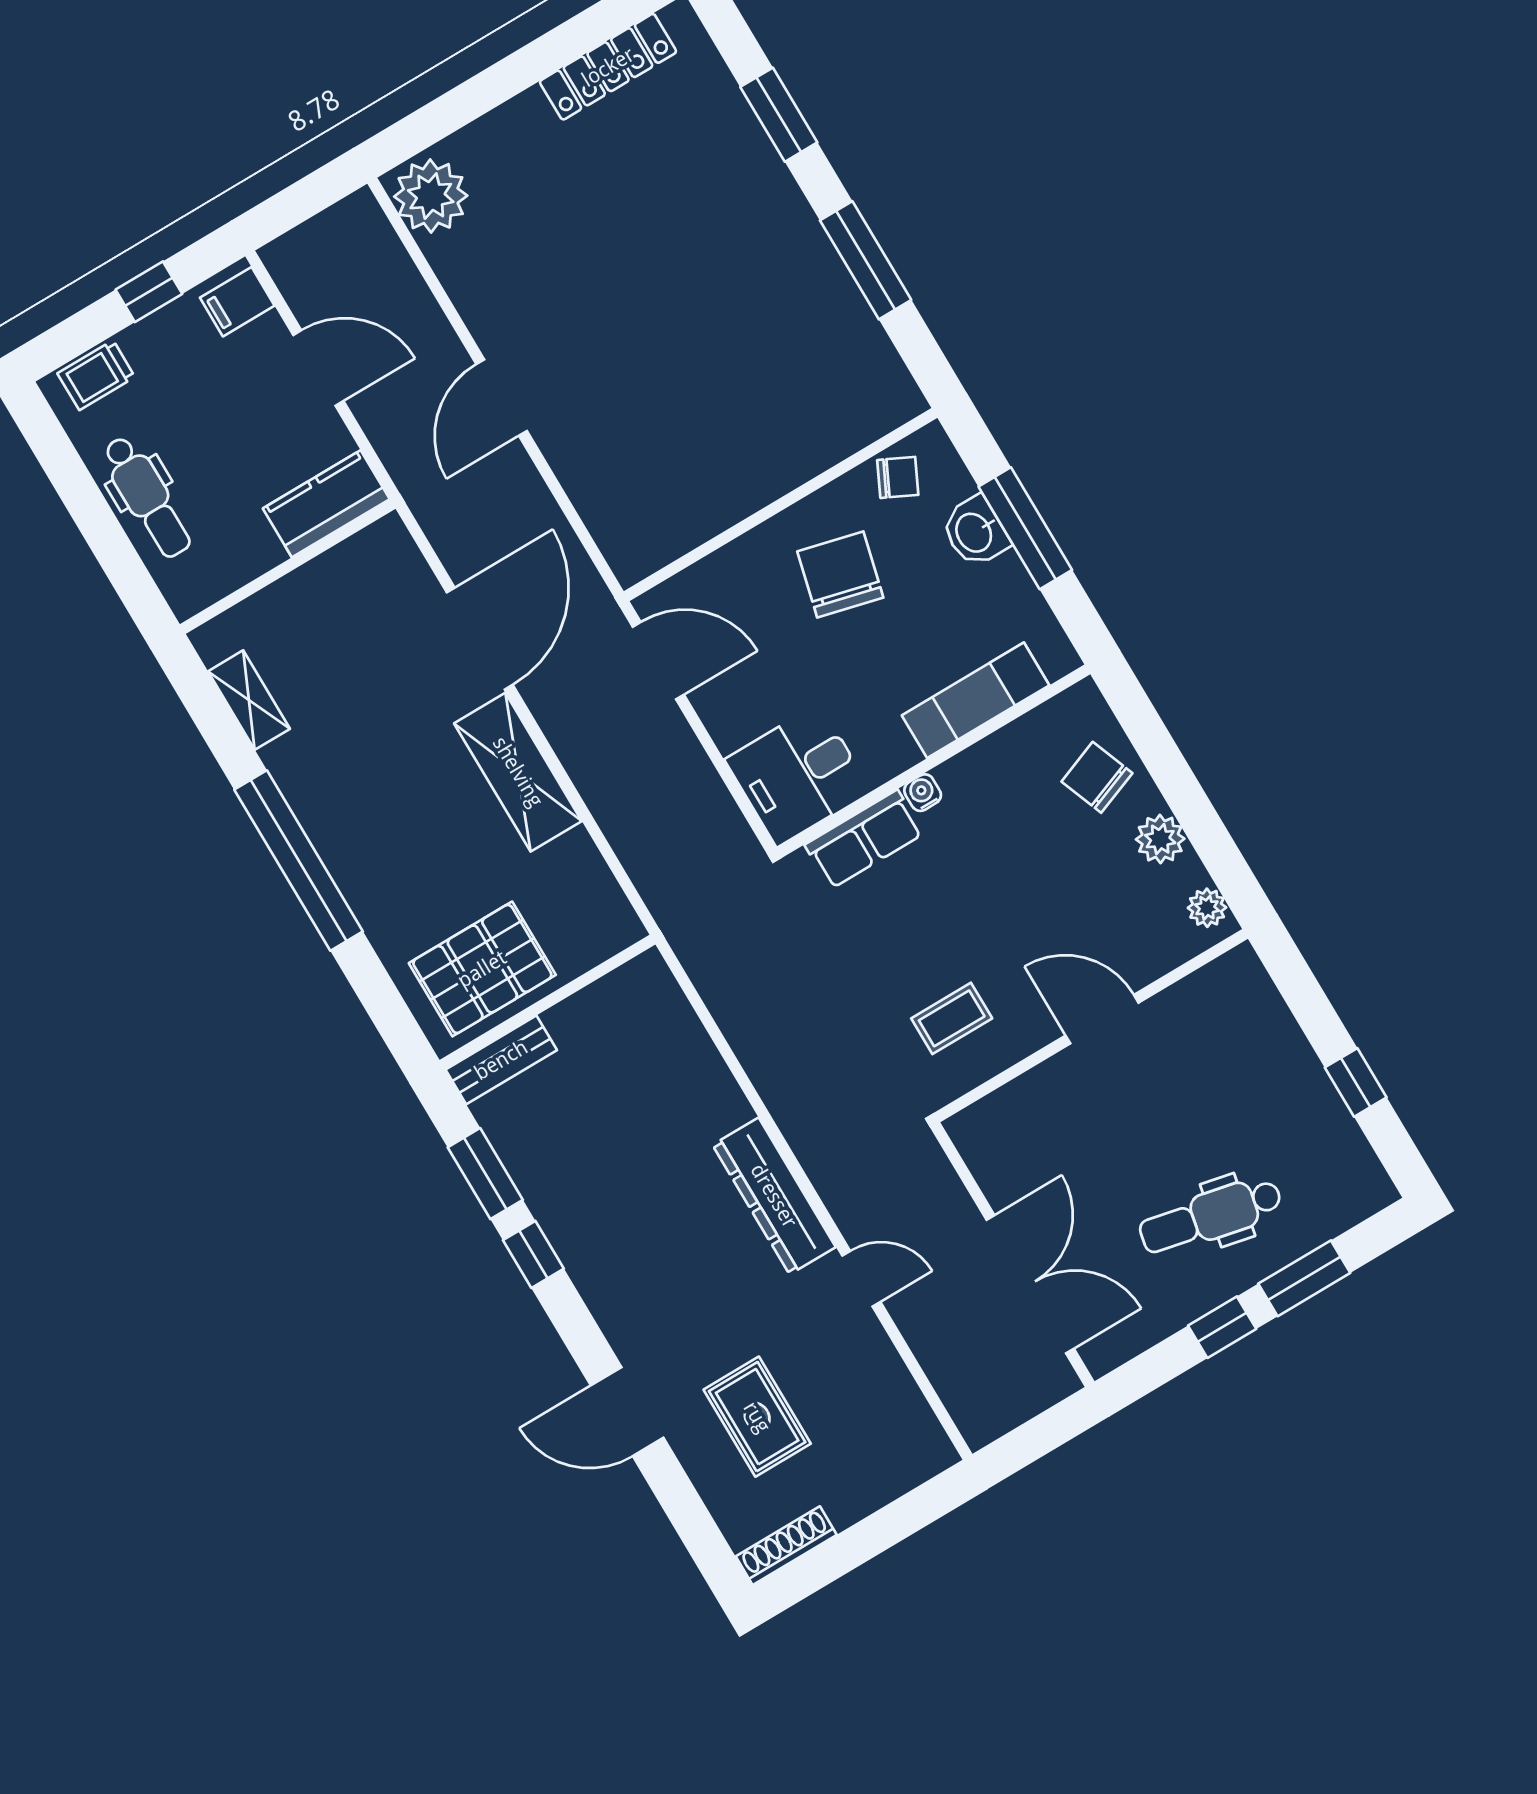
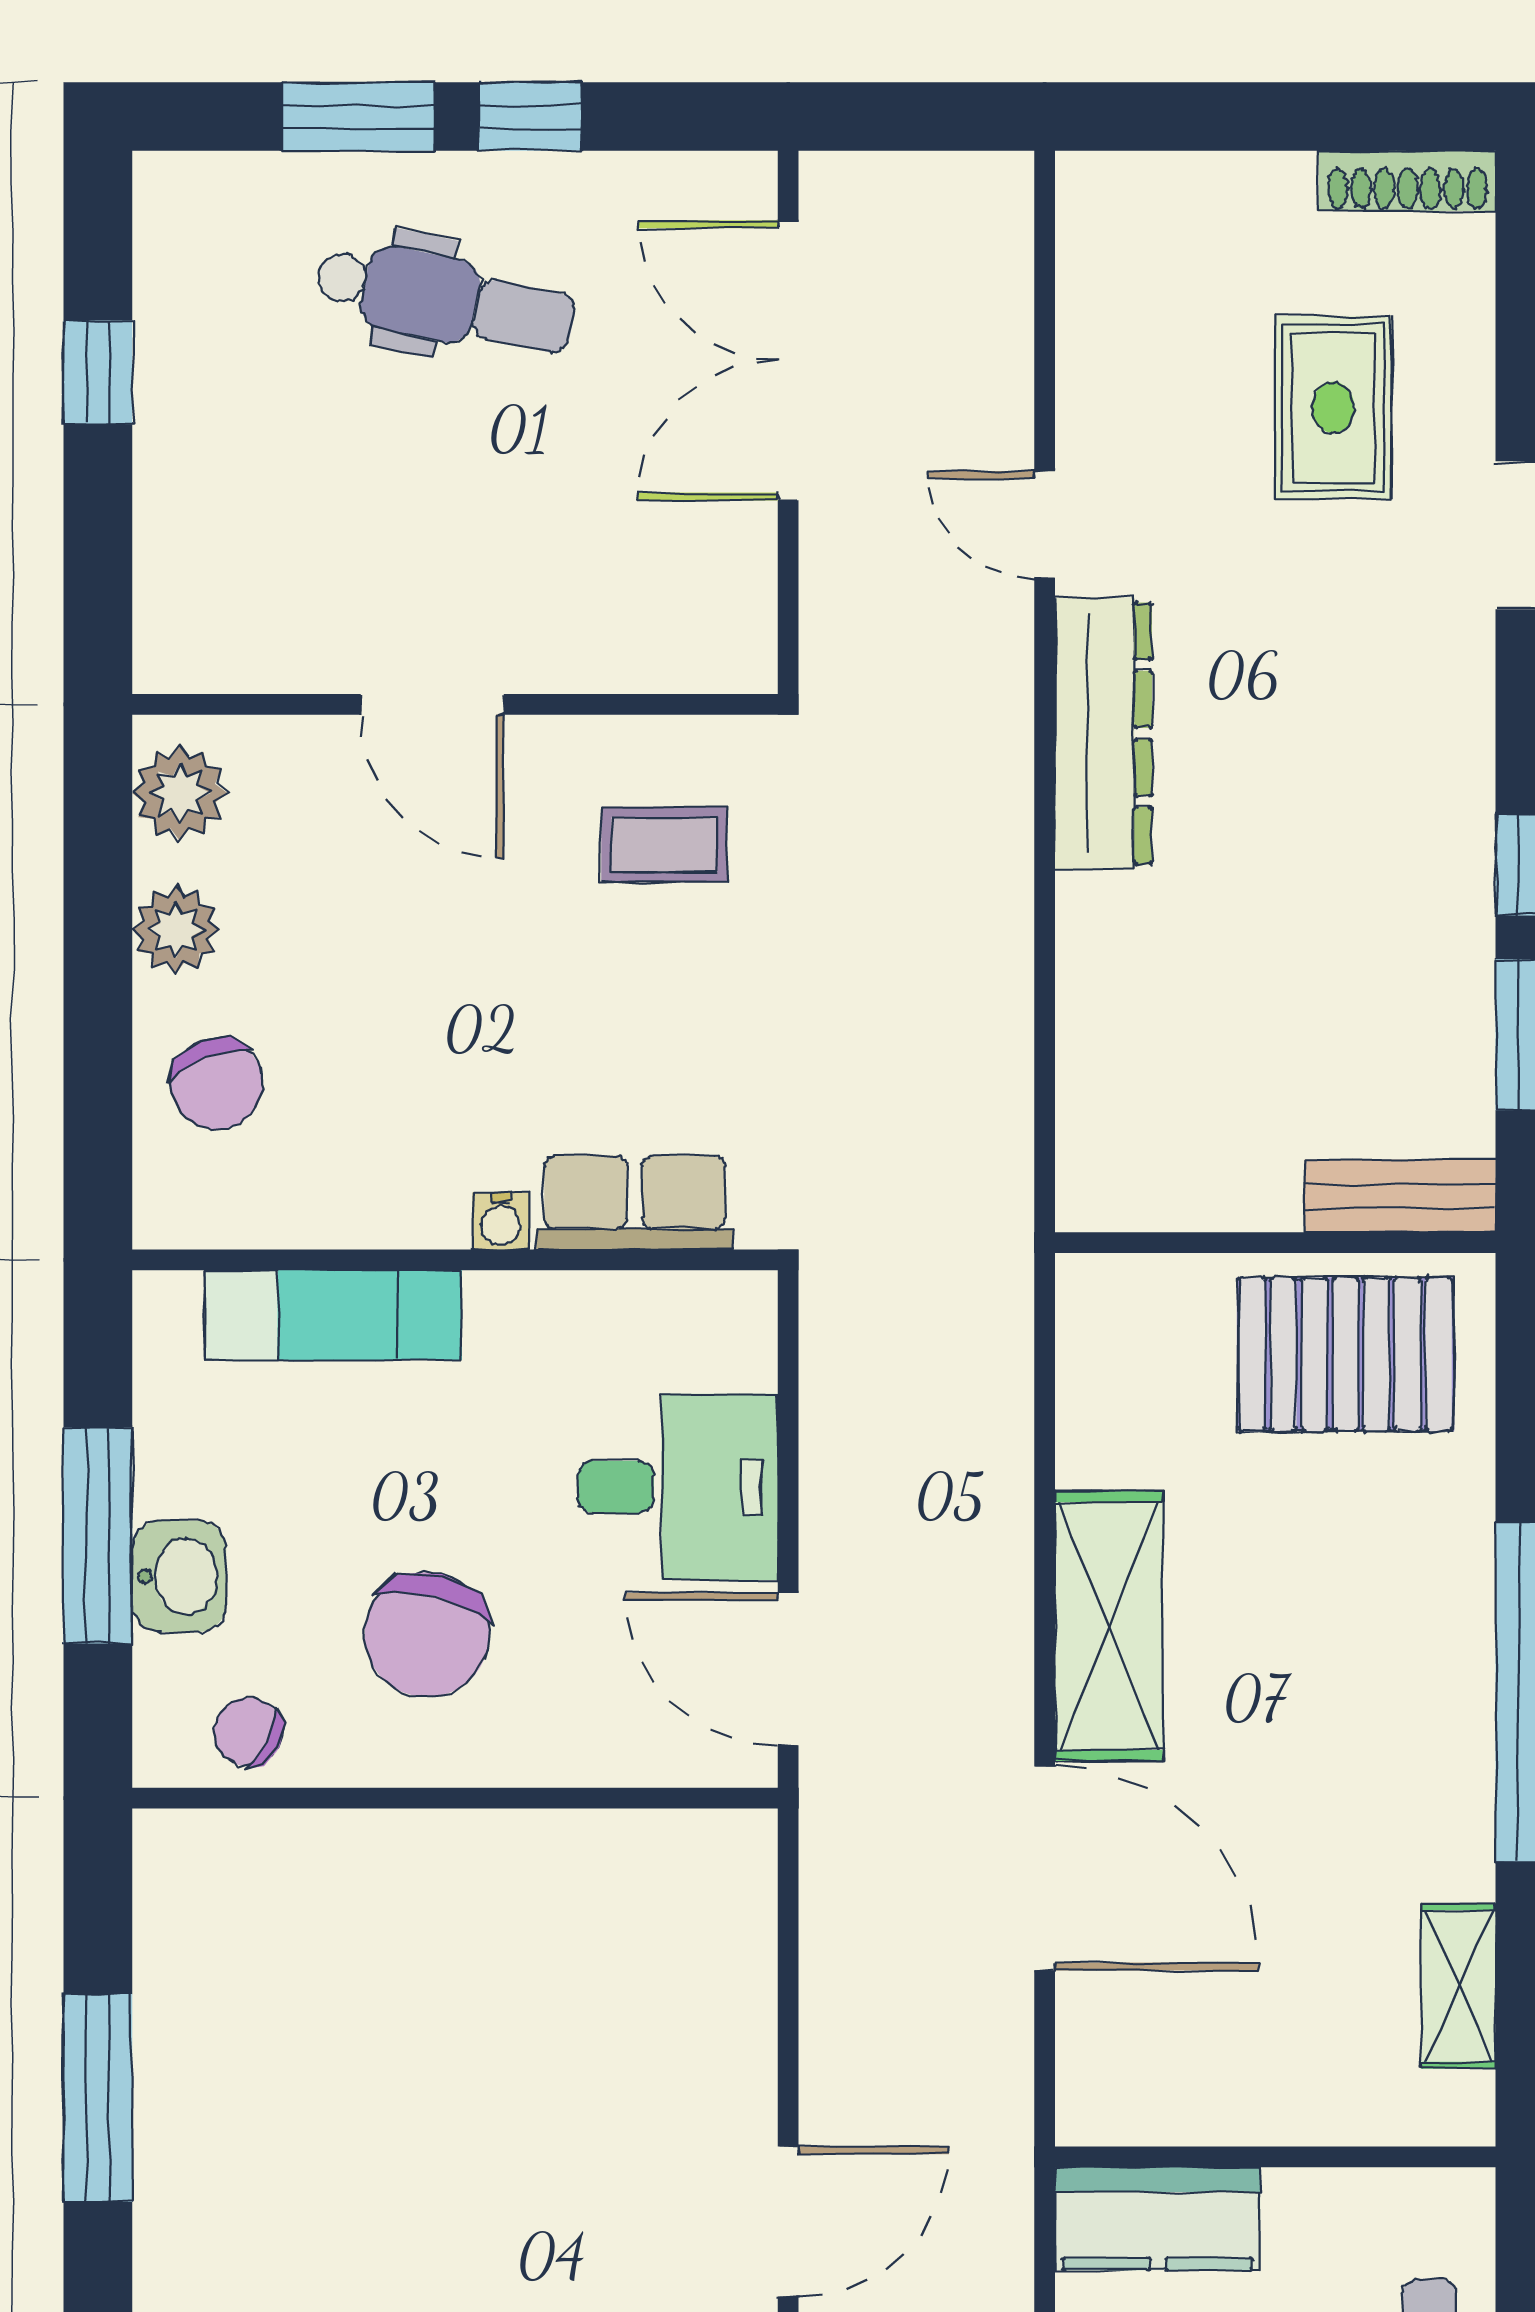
door: (480, 639) -> (1045, 1868), swing flipped
desk: (798, 775) -> (678, 1487), moved
plant: (1207, 908) -> (180, 793), width x1.38, depth x1.38

